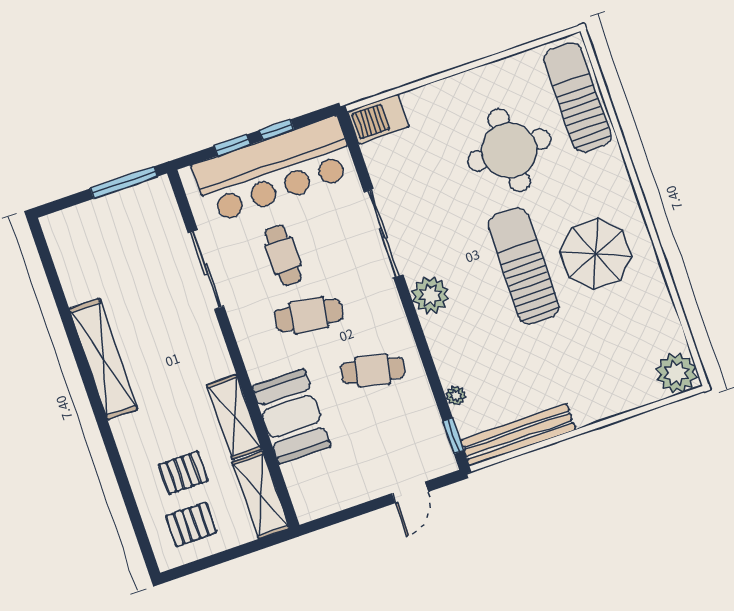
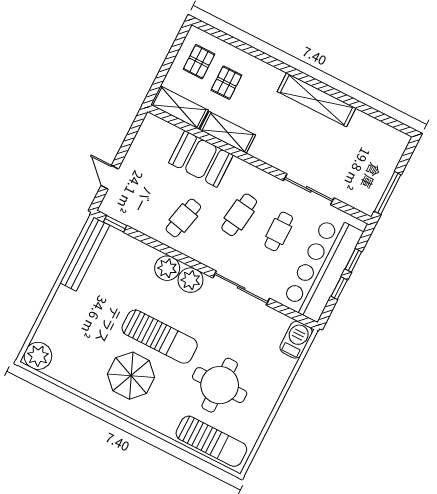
cafe table: (283, 255) -> (279, 231), turned 90
plant: (456, 396) -> (167, 268), moved, width x1.88, depth x1.88

